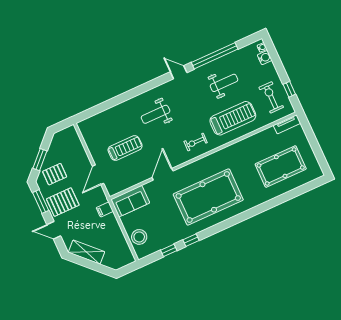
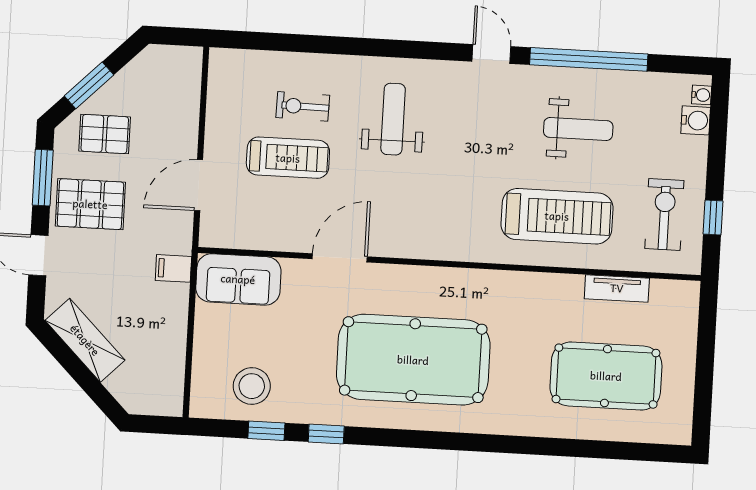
weight bench: (156, 114) -> (393, 119), turned 90
tv unit: (287, 124) -> (617, 288), moved
exercise bike: (196, 142) -> (303, 106), moved
stool: (139, 237) -> (252, 386), moved

